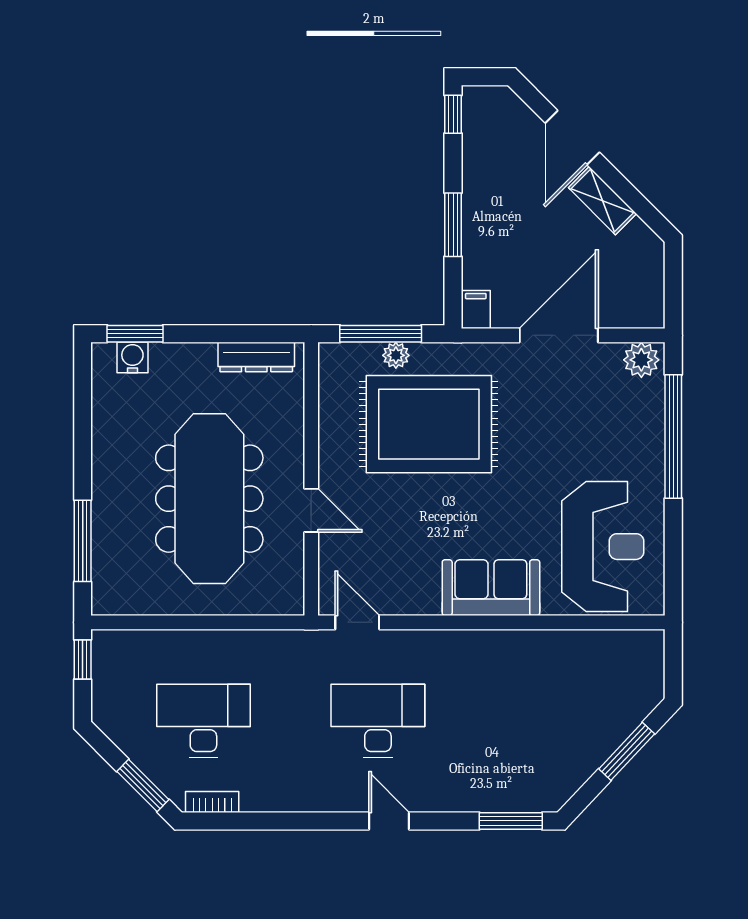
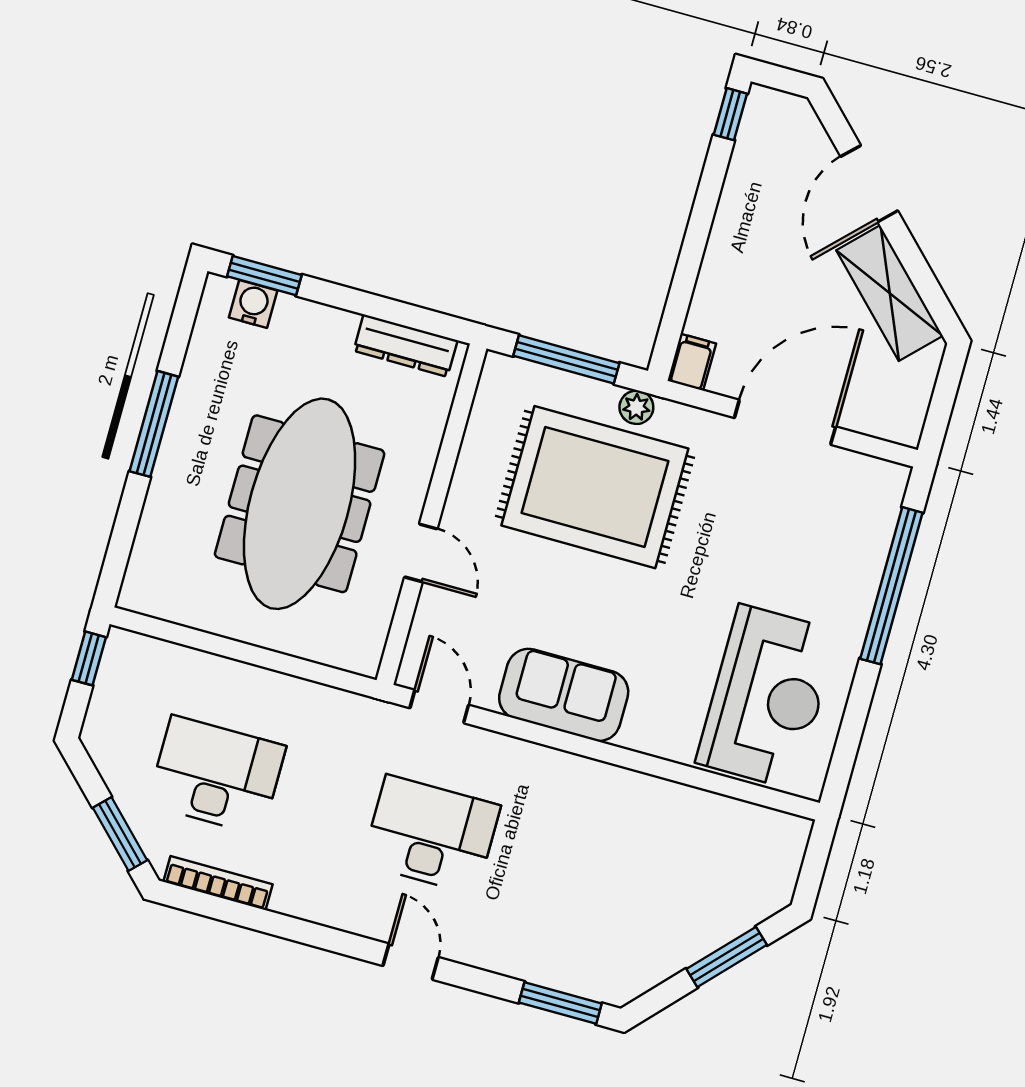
shelving: (602, 201) -> (890, 293), width x1.50, depth x1.33
window: (453, 225) -> (693, 250), removed
plant: (396, 355) -> (636, 407), moved
plant: (641, 360) -> (878, 480), removed
window: (83, 541) -> (154, 424), moved
sofa: (491, 588) -> (564, 695), moved
bookcase: (212, 802) -> (218, 883), width x1.56

